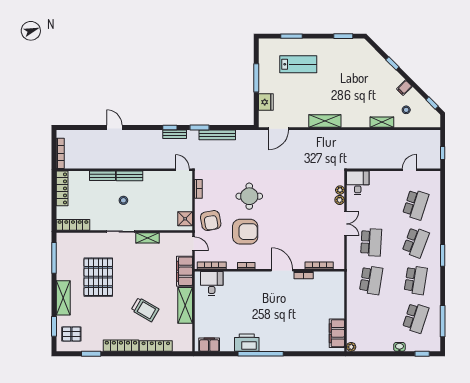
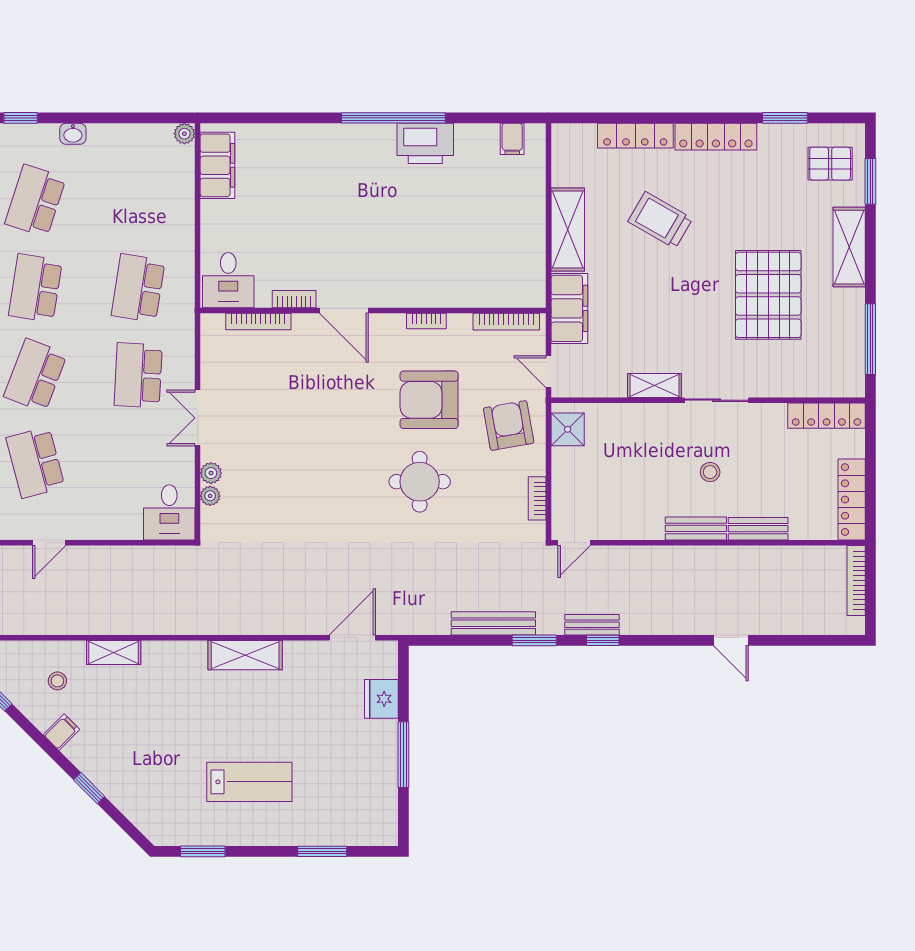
lab bench: (298, 64) -> (249, 782), moved, turned 180
door: (182, 170) -> (574, 543), hinge flipped
school desk: (416, 204) -> (35, 462), turned -33
desk: (212, 283) -> (228, 280), moved
filing cabinet: (209, 345) -> (512, 139), width x0.50

